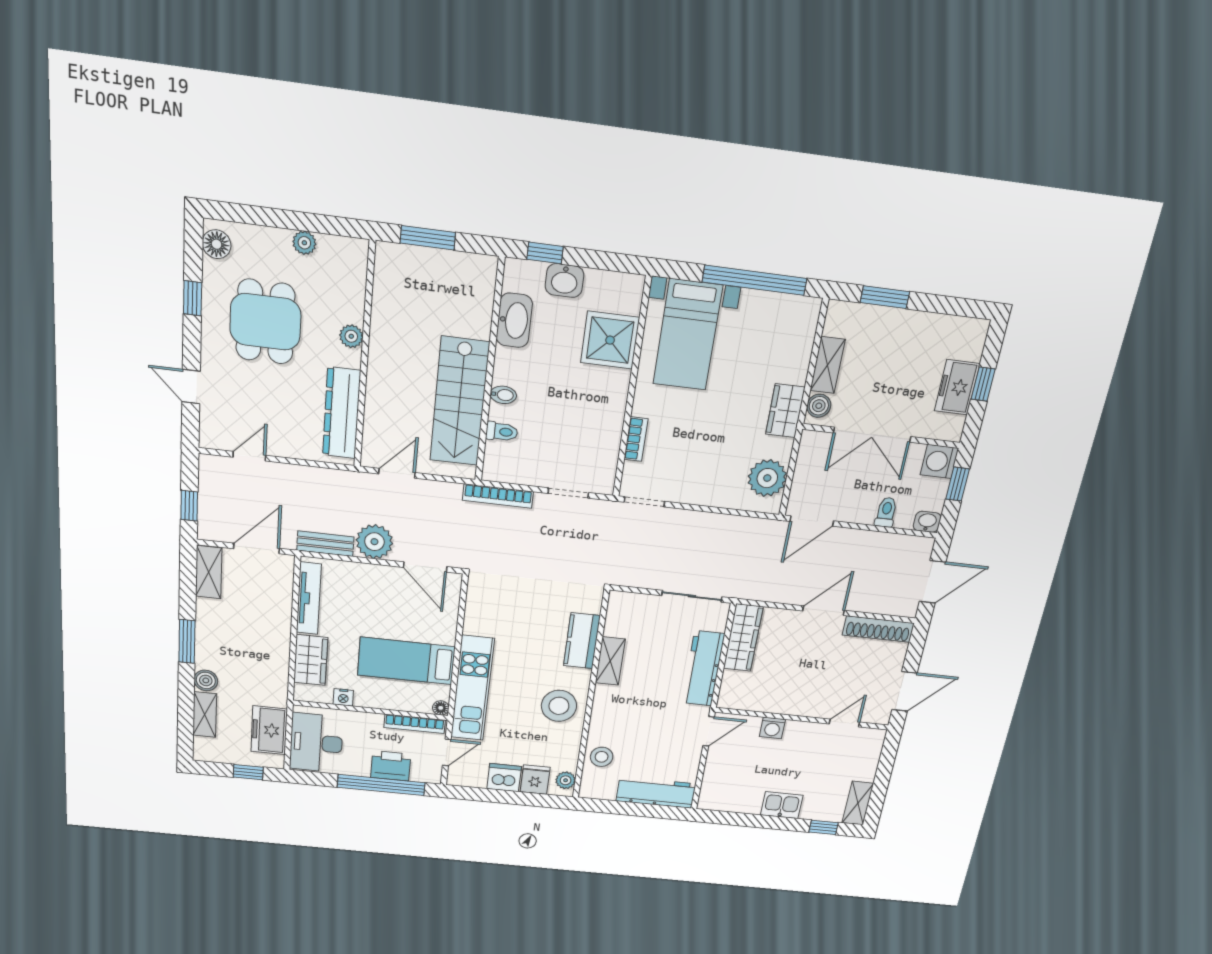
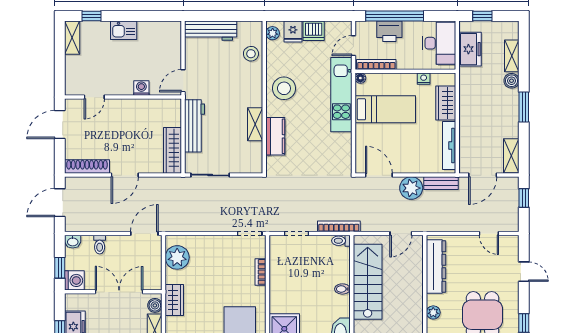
toilet: (502, 432) -> (341, 241), moved
door: (249, 456) -> (489, 233), hinge flipped

